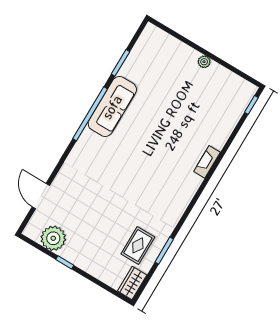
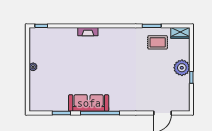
plant: (53, 238) -> (182, 68), moved

